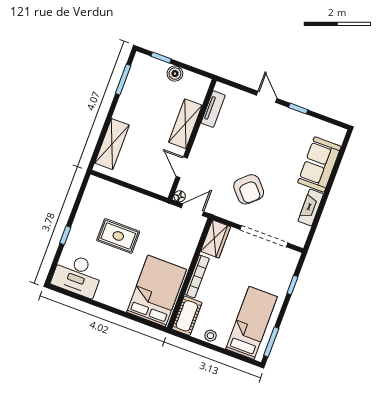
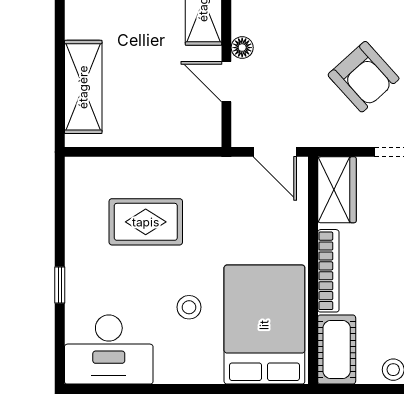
floor lamp: (180, 196) -> (242, 48), moved
door: (193, 210) -> (275, 152), swing flipped
rug: (118, 236) -> (146, 222), moved
stool: (123, 269) -> (189, 307), added

